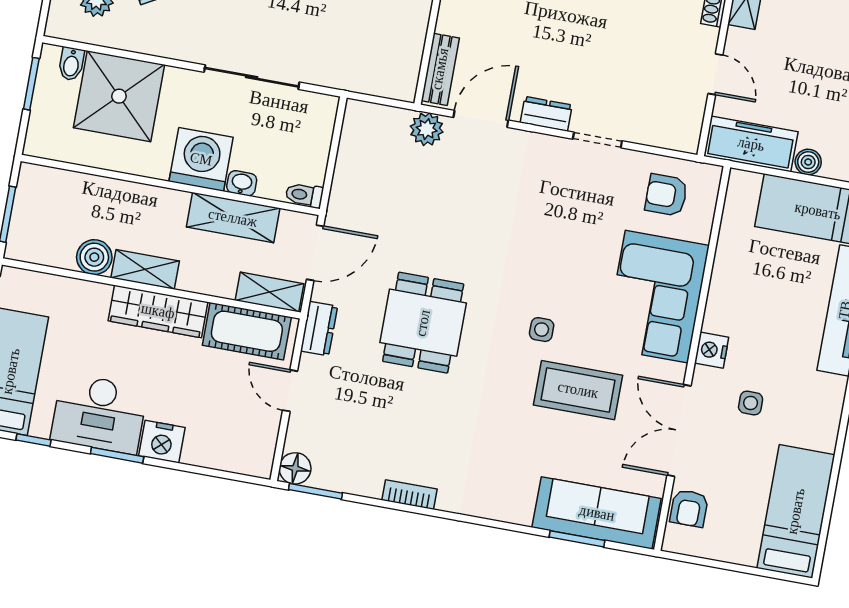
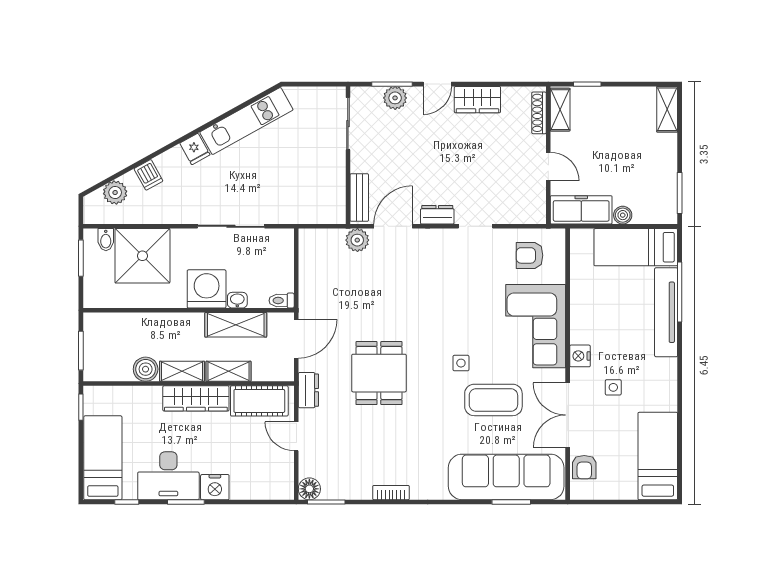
shelving: (269, 292) -> (228, 371), moved
sofa: (597, 513) -> (506, 477), width x1.36, depth x1.27

